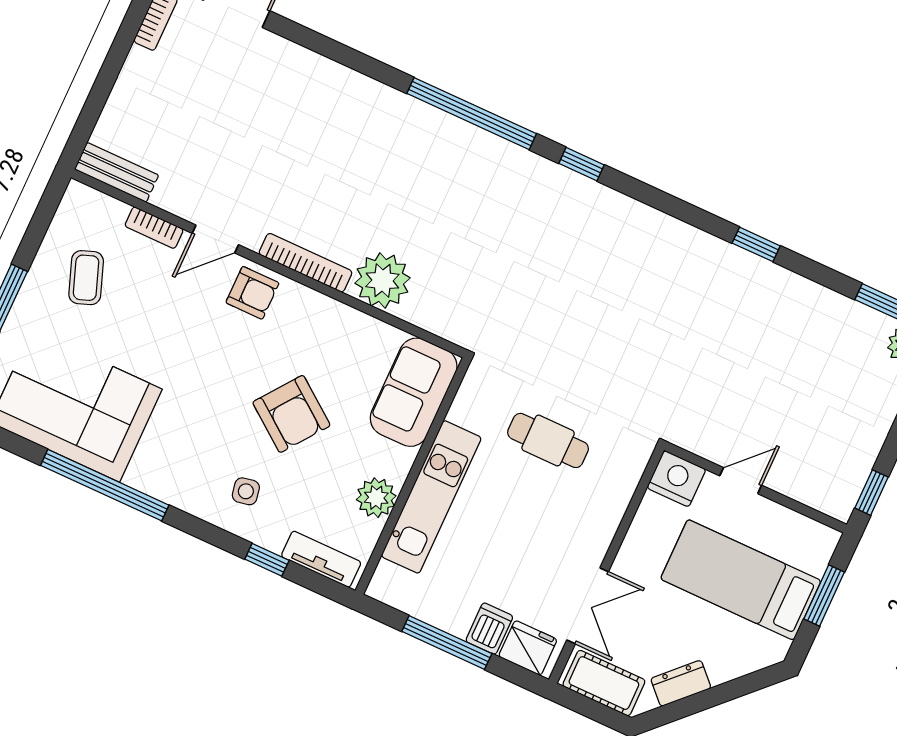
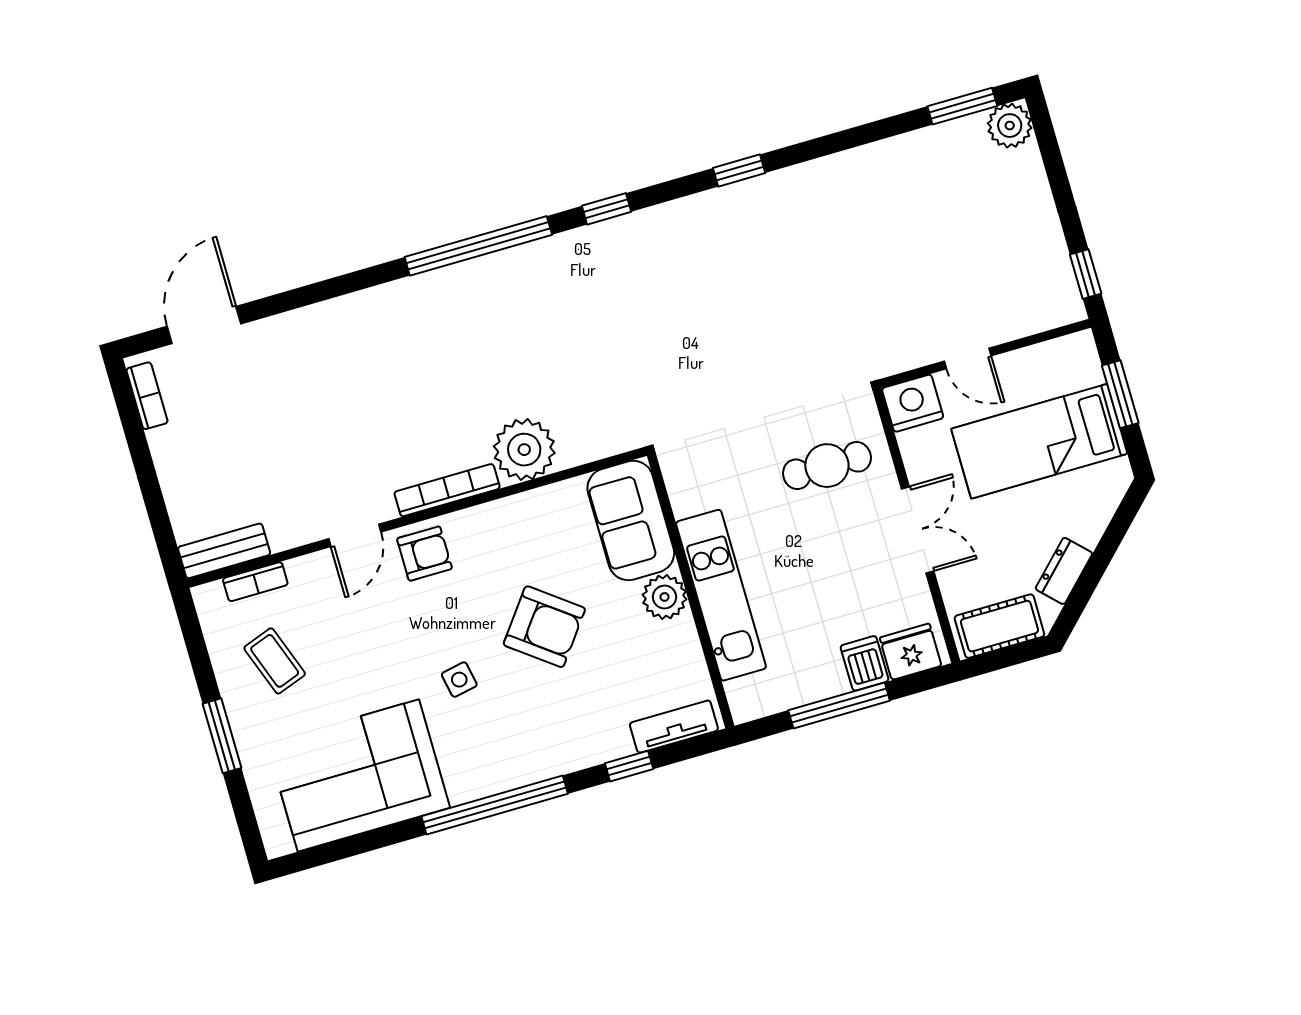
bookcase: (154, 228) -> (255, 582), moved
window: (756, 244) -> (739, 171), moved
cafe table: (548, 440) -> (827, 466), moved
door: (741, 481) -> (968, 358), swing flipped
window: (105, 485) -> (495, 805), moved
side table: (246, 491) -> (459, 680), moved
plant: (376, 498) -> (664, 597), moved
double door: (588, 606) -> (918, 530), moved

